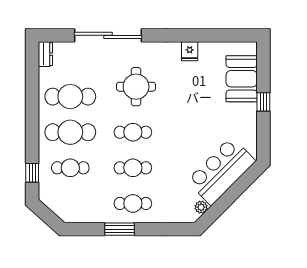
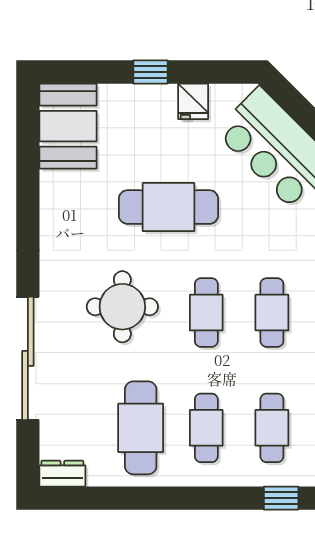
fridge: (190, 51) -> (193, 101), moved, turned 90
booth: (242, 79) -> (68, 126), moved, turned 90
cafe table: (190, 112) -> (168, 207), added
cafe table: (70, 132) -> (206, 428), width x0.73, depth x0.74

